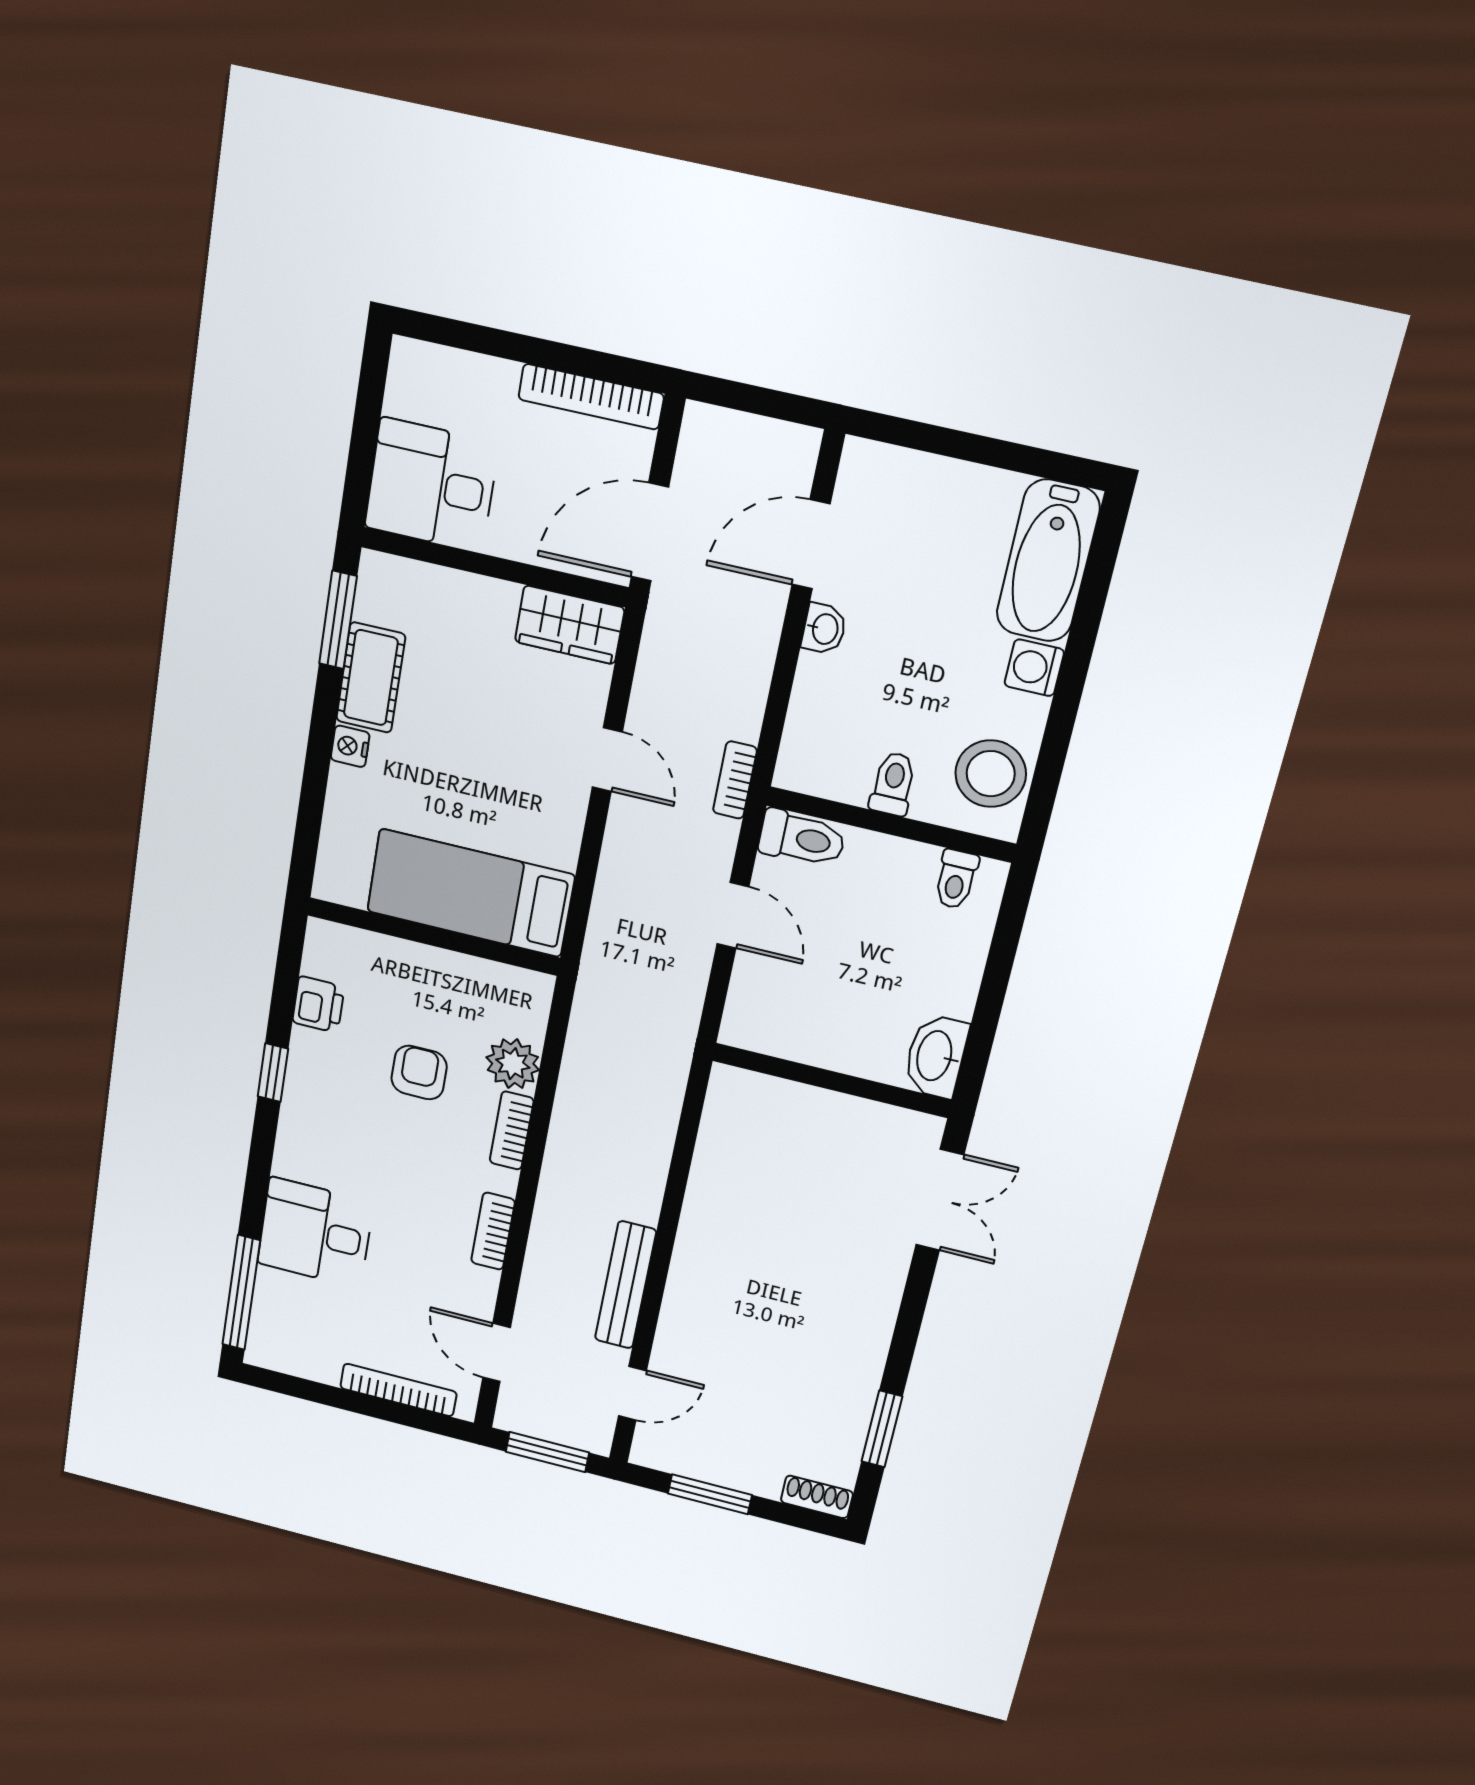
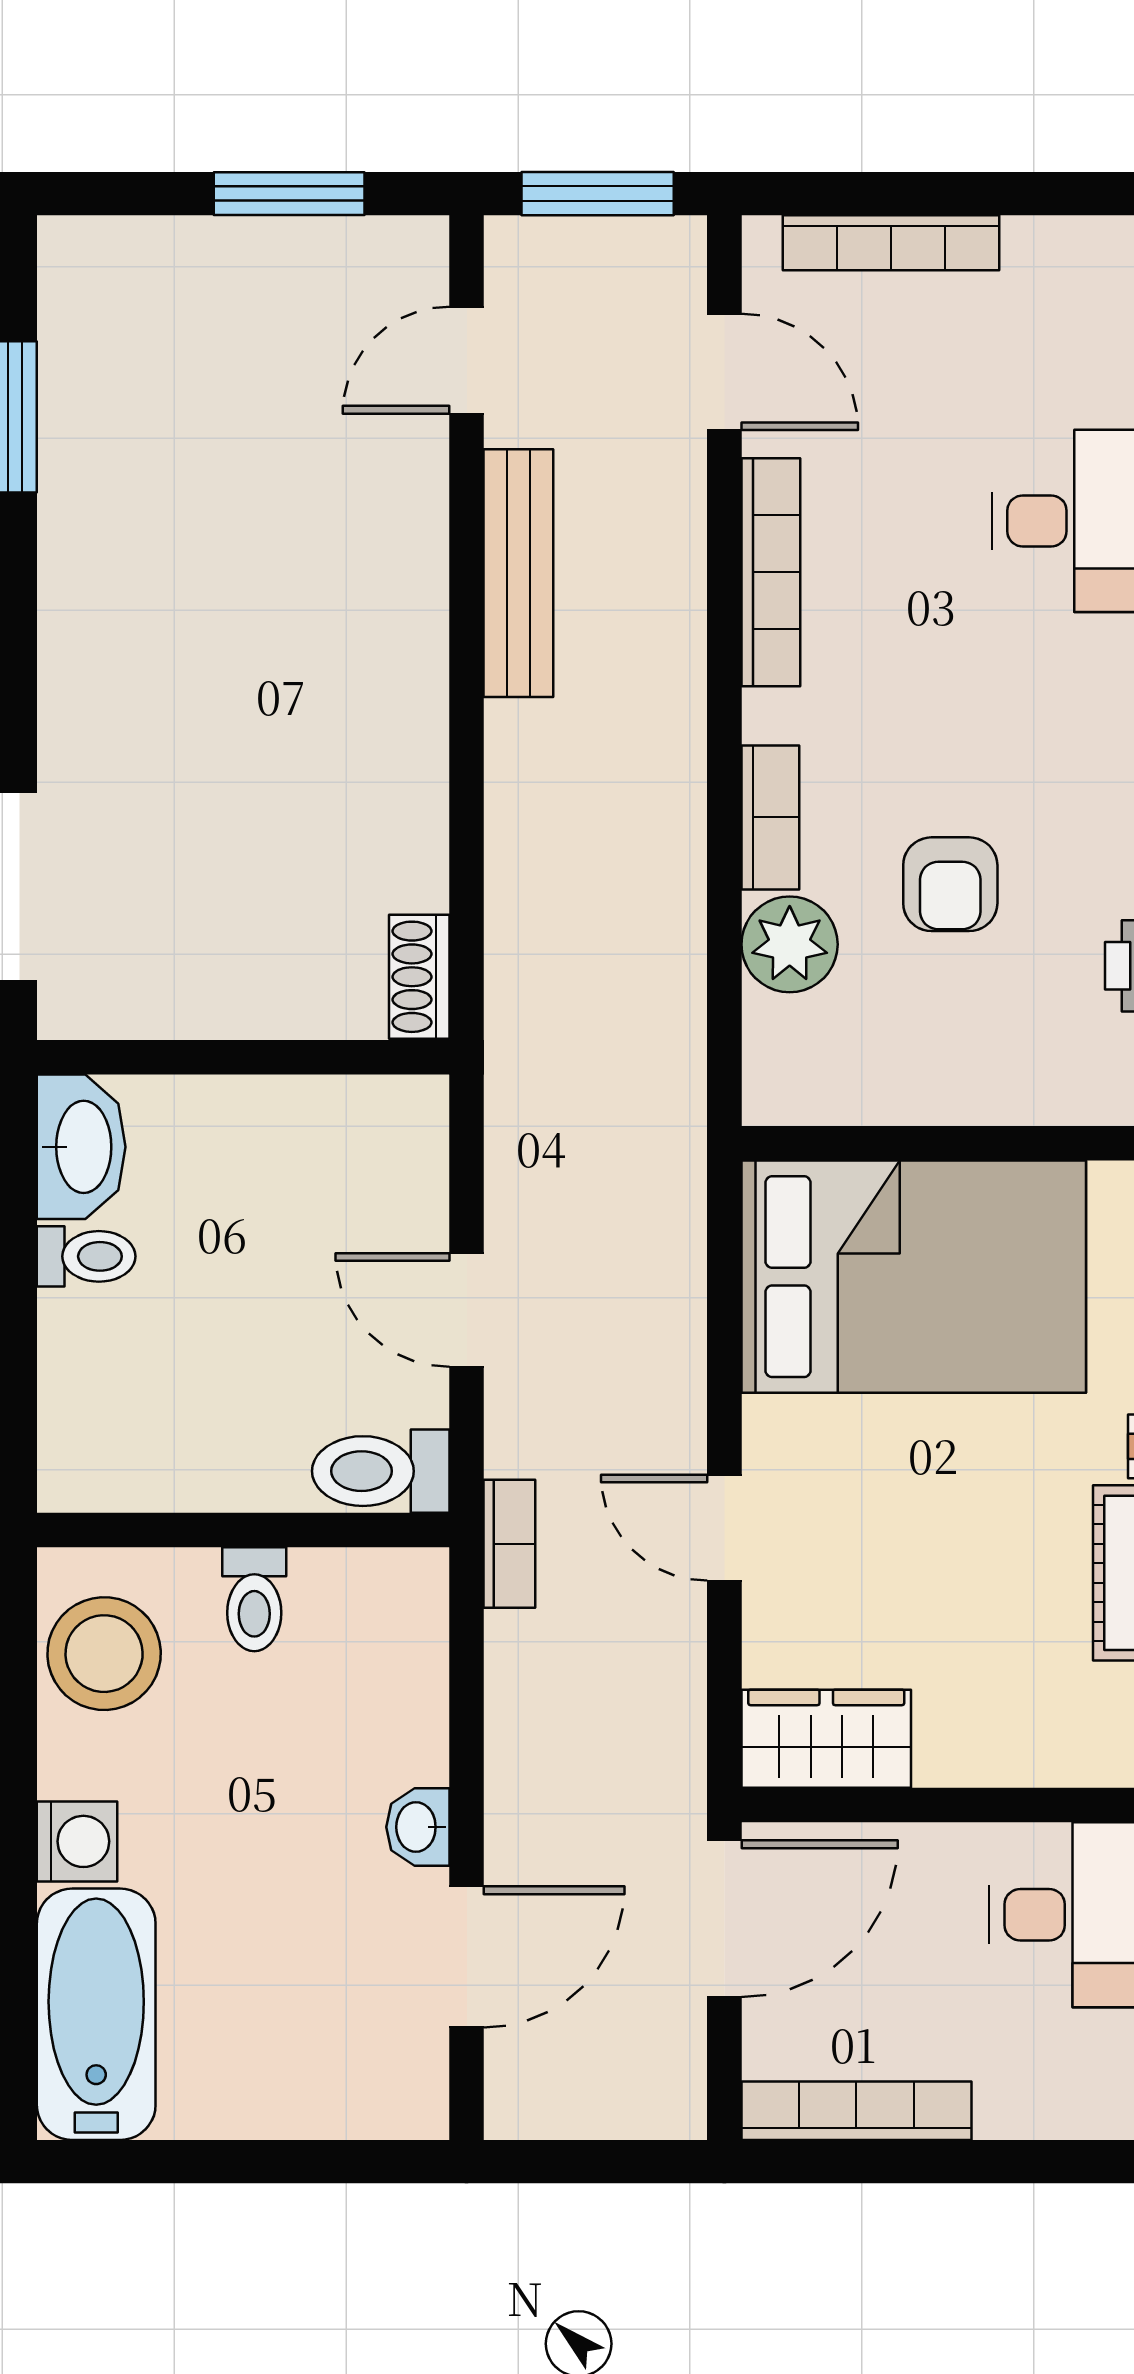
toilet: (956, 879) -> (86, 1256), moved, turned 90
bed: (470, 893) -> (914, 1277), width x1.50
bookcase: (493, 1231) -> (771, 572), width x1.56
shoe rack: (817, 1497) -> (419, 977), moved, turned 90

